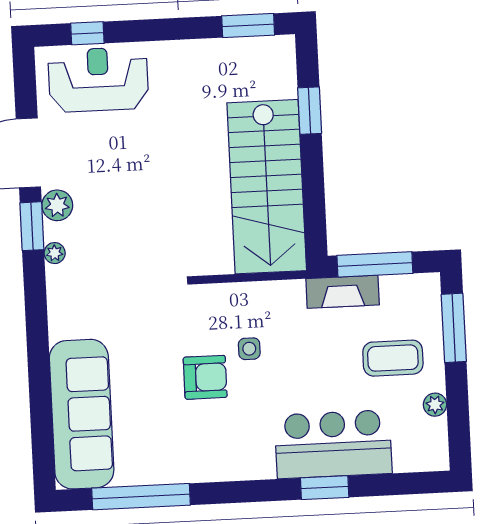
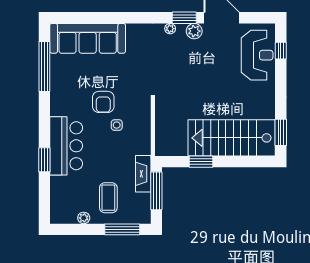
window: (310, 111) -> (201, 162), moved
stairs: (267, 187) -> (232, 138), moved
bar counter: (333, 444) -> (66, 146), moved

